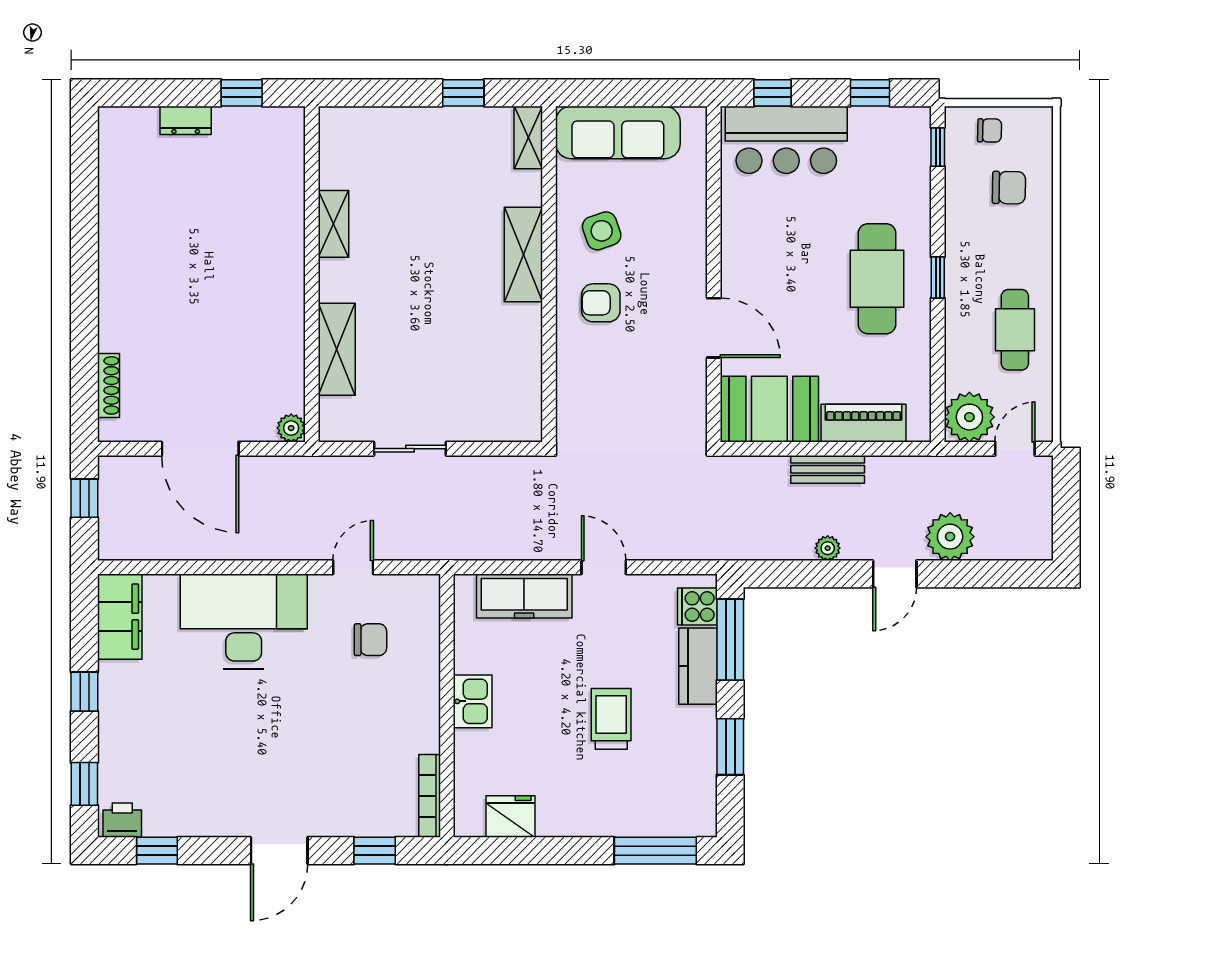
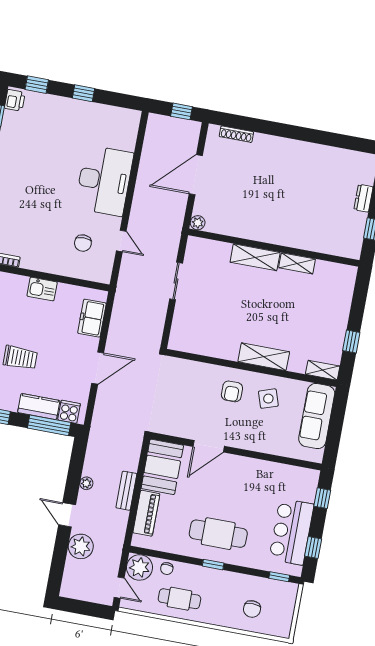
chair: (990, 130) -> (167, 569), moved
bar counter: (786, 140) -> (291, 532), moved
armchair: (601, 303) -> (232, 391), turned 180
shelving: (337, 349) -> (255, 257), moved
door: (604, 567) -> (98, 368), width x1.38
freezer: (524, 596) -> (92, 318), width x0.71
filing cabinet: (120, 617) -> (118, 118), removed

